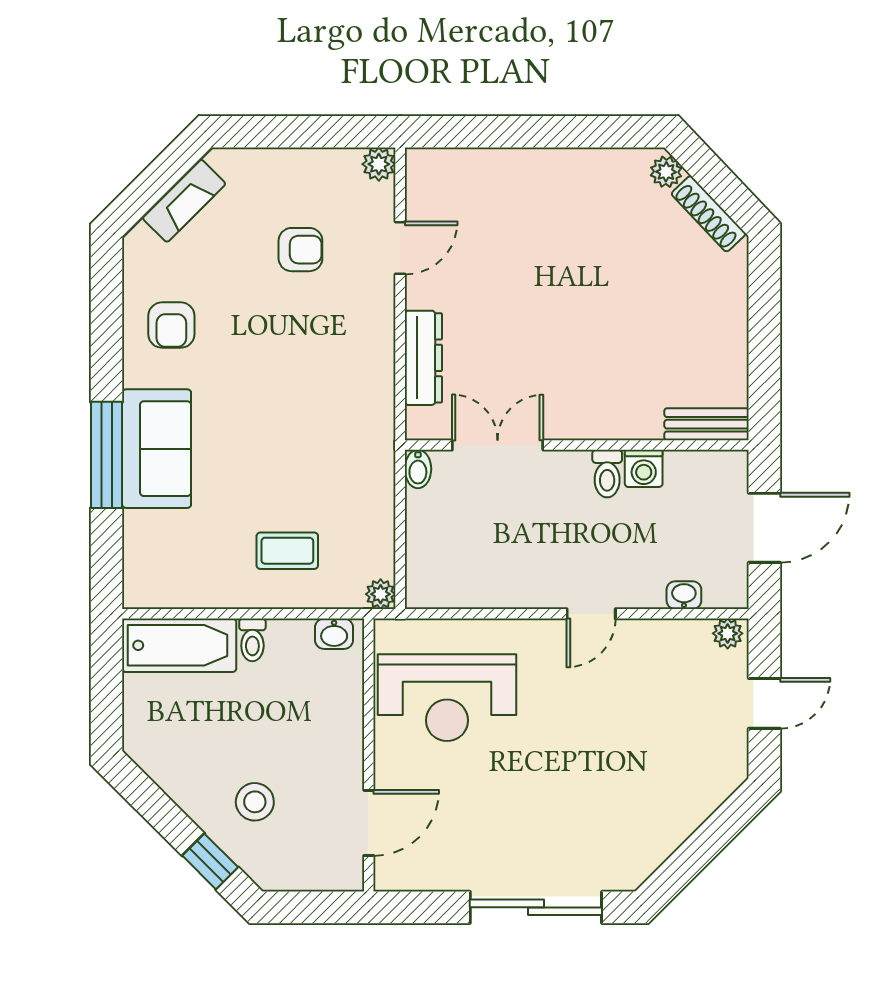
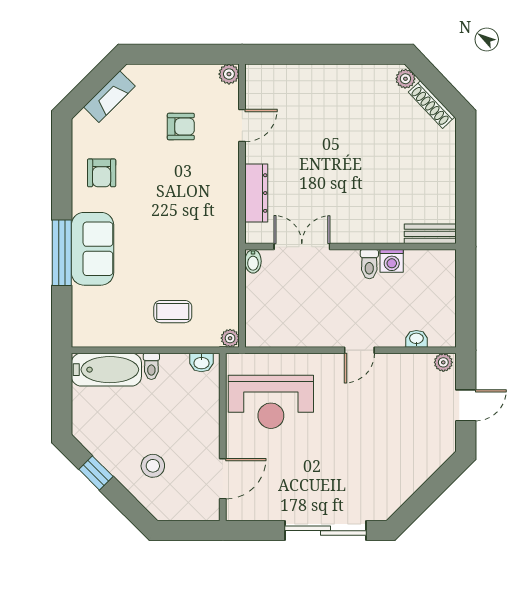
door: (764, 528) -> (466, 297), removed
window: (210, 861) -> (96, 473), moved

